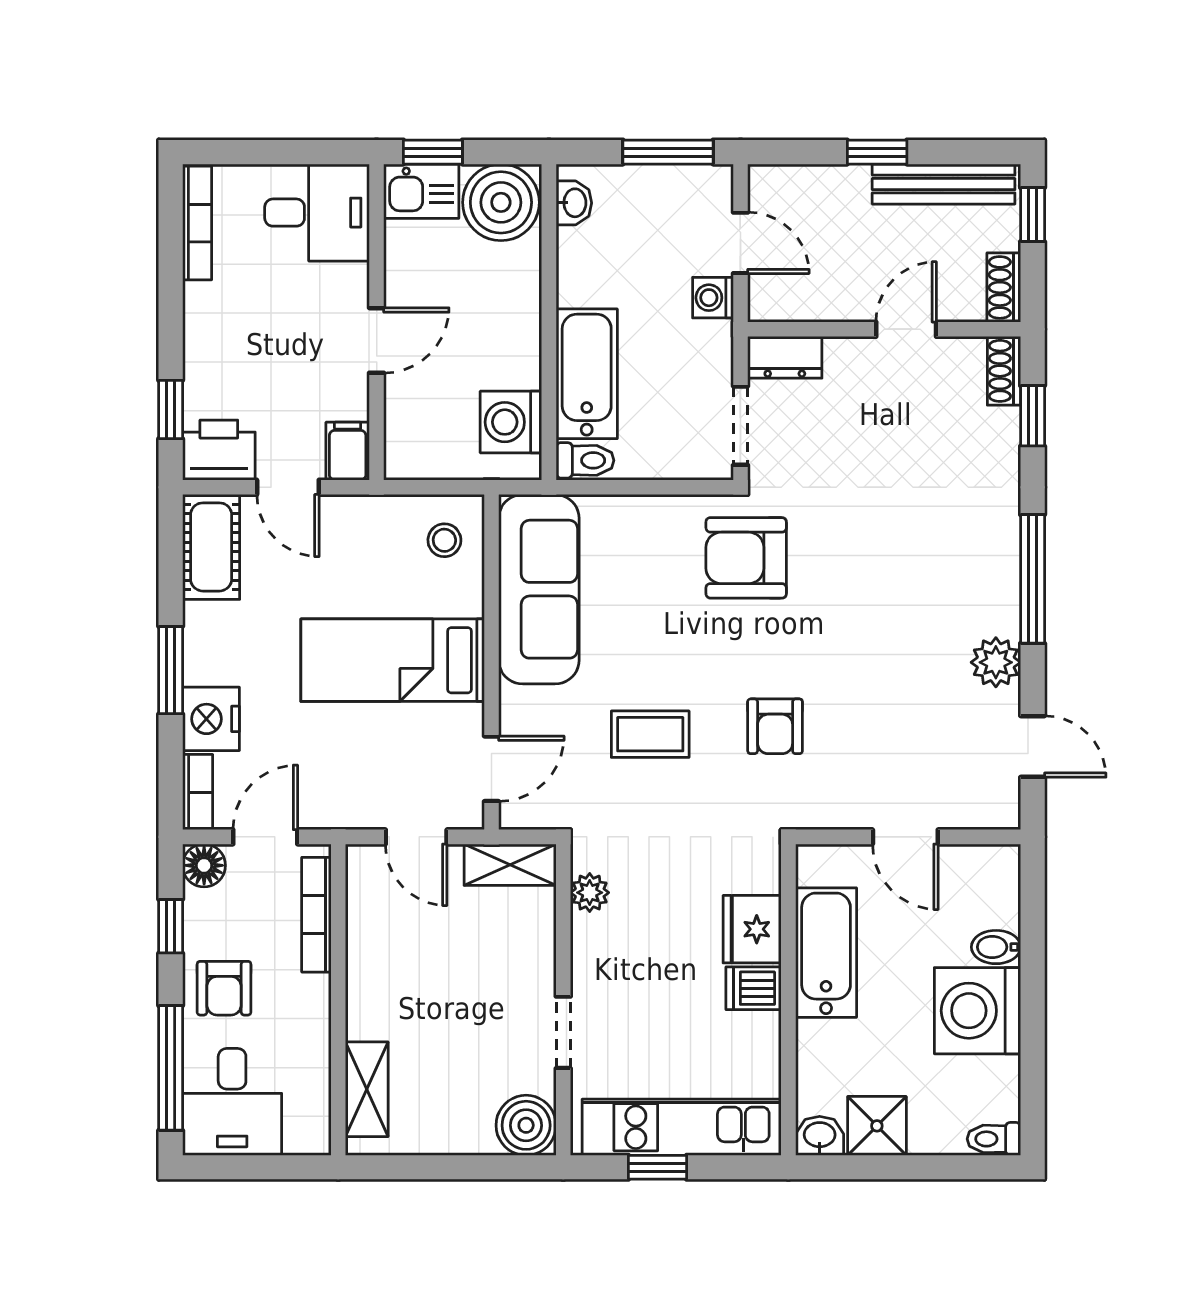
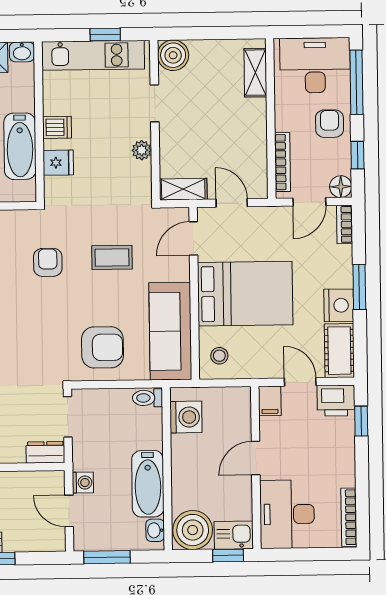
desk: (317, 213) -> (287, 514), width x1.37
bathtub: (587, 374) -> (148, 484), moved
armchair: (746, 558) -> (102, 347), moved
bed: (393, 660) -> (245, 294), width x1.50
nightstand: (211, 719) -> (339, 305), moved
plant: (590, 893) -> (142, 150), moved
fridge: (752, 929) -> (58, 163), width x0.72
desk: (232, 1102) -> (315, 65), width x1.37

